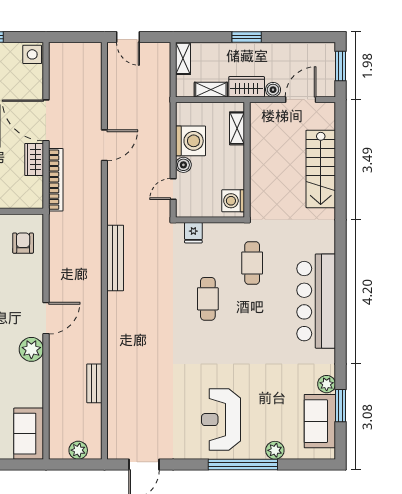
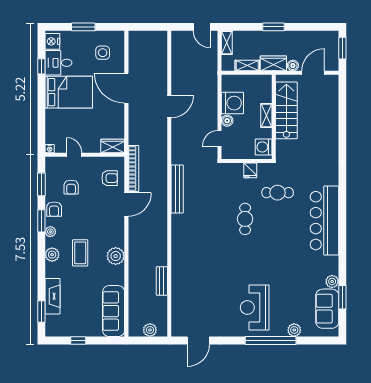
door: (128, 37) -> (202, 27), moved
side table: (32, 54) -> (103, 53), moved
shelving: (237, 128) -> (266, 115), moved
wardrobe: (34, 159) -> (113, 146), moved, turned 90
stairs: (321, 169) -> (286, 110), moved, turned 180
bookcase: (56, 180) -> (133, 168), moved
fridge: (193, 233) -> (250, 170), moved
armchair: (23, 243) -> (110, 178), turned 90
cafe table: (252, 263) -> (278, 193), turned 90
door: (46, 318) -> (126, 205), moved
sofa: (29, 434) -> (114, 311), width x1.36

